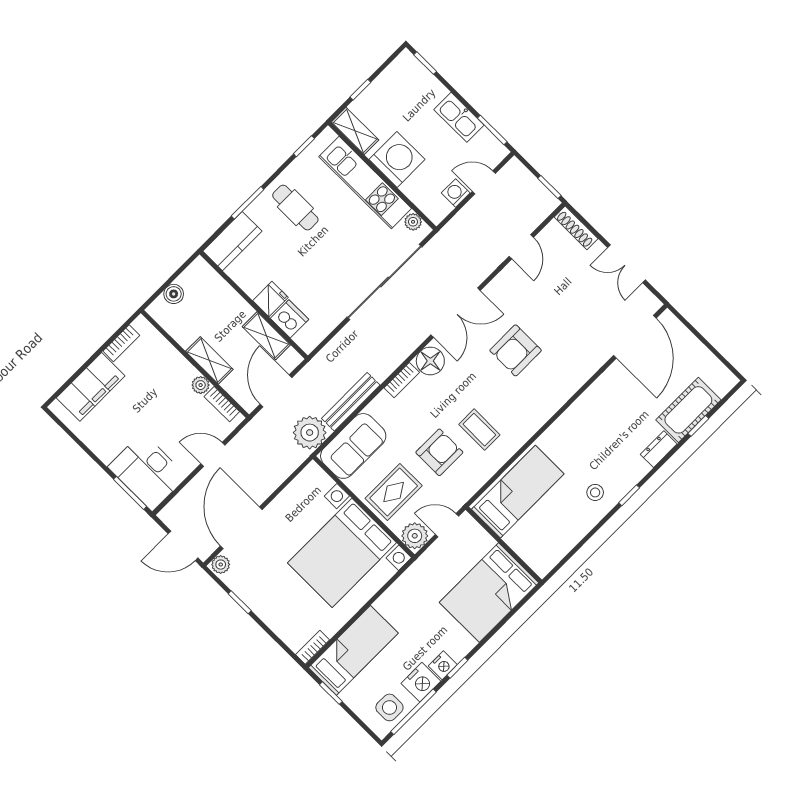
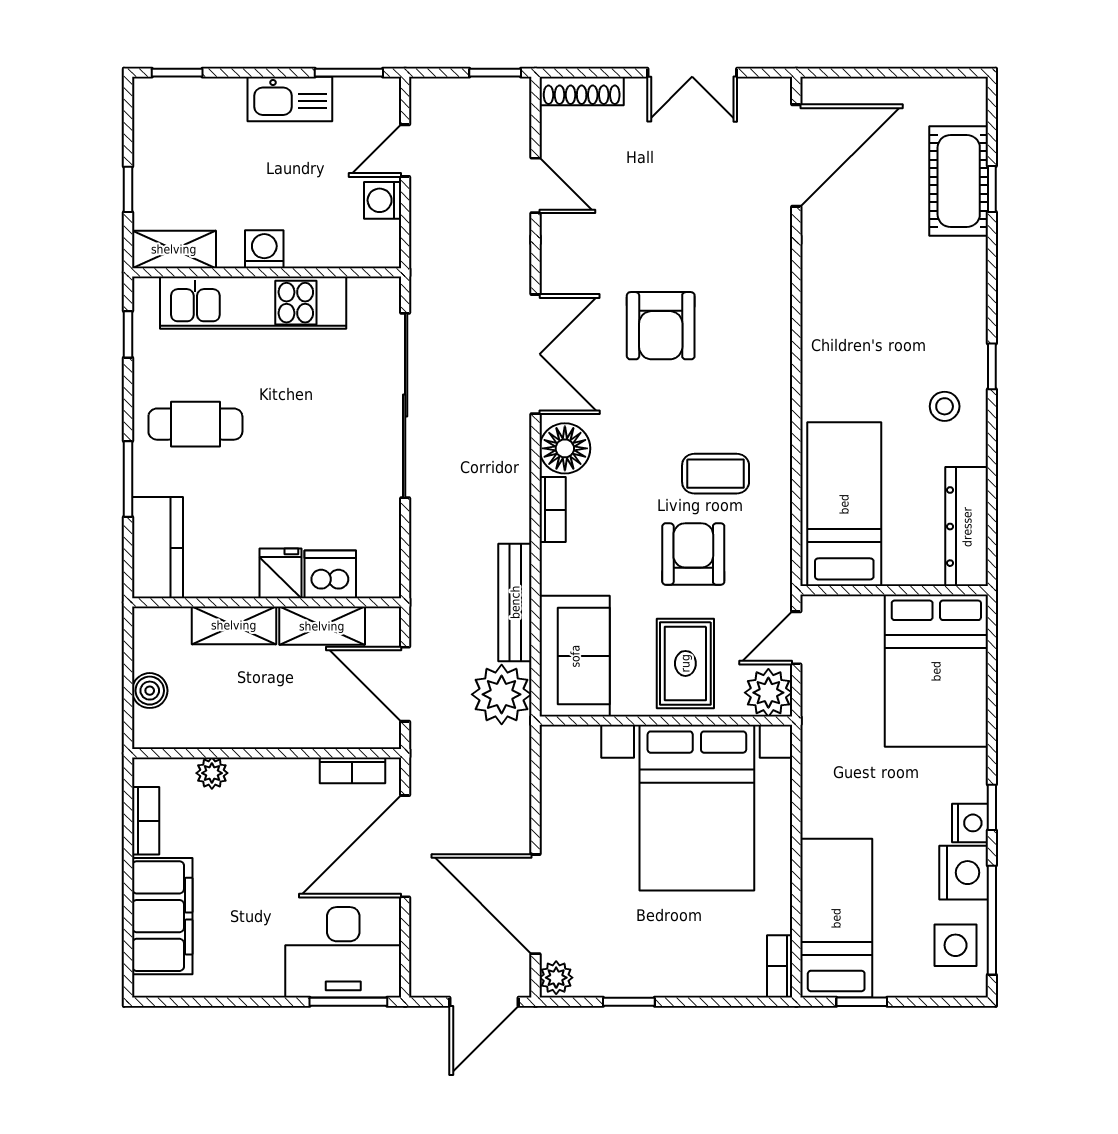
washing machine: (397, 159) -> (264, 249), width x0.53, depth x0.53
plant: (413, 222) -> (365, 292), removed
door: (635, 337) -> (796, 156), hinge flipped
shelving: (209, 360) -> (234, 625), moved
plant: (201, 385) -> (212, 773), moved
dresser: (659, 449) -> (967, 527), moved, width x1.96, depth x1.24
door: (213, 454) -> (405, 846), width x1.87

